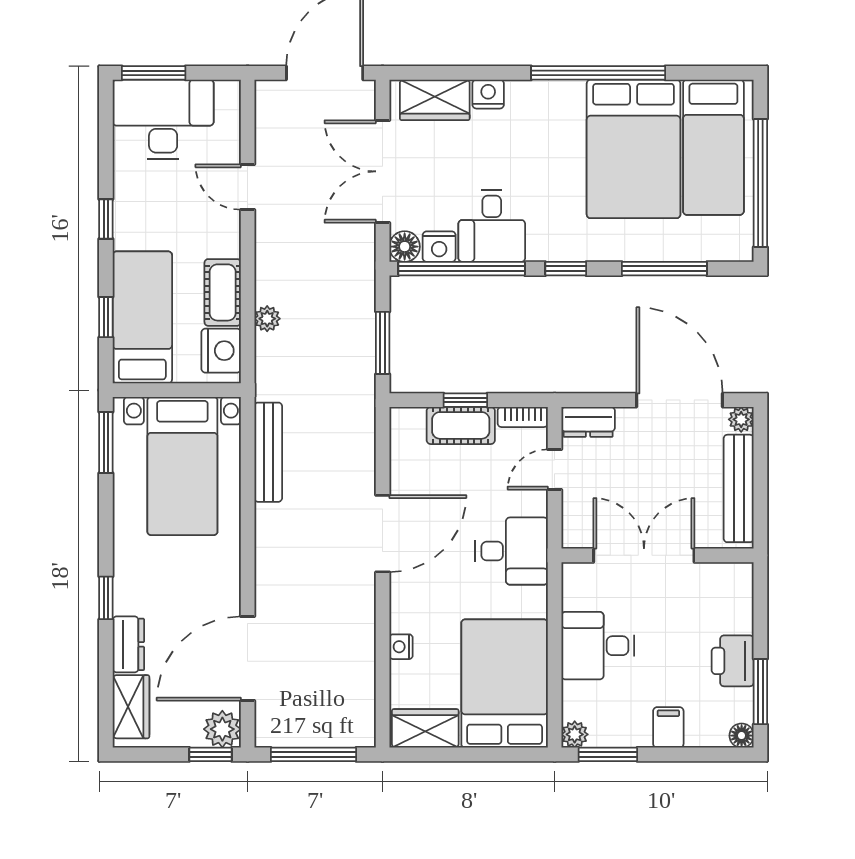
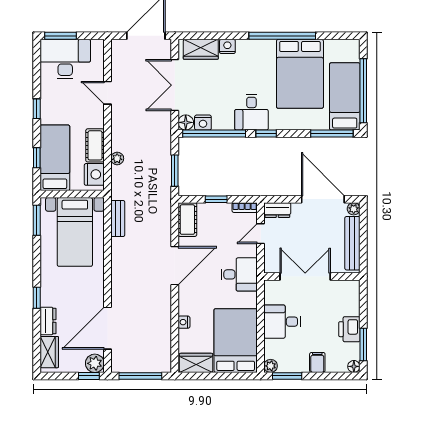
bed: (713, 147) -> (345, 96), moved, turned 180
desk: (492, 226) -> (251, 112), moved
window: (664, 269) -> (332, 133), moved
cot: (461, 425) -> (187, 220), moved, turned 90
bench: (268, 452) -> (118, 218), width x0.73

